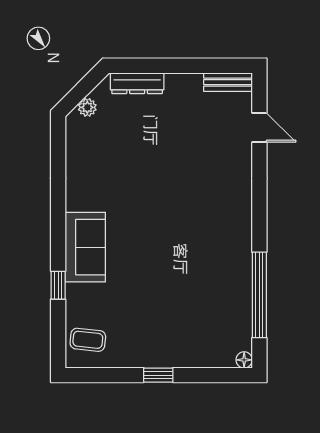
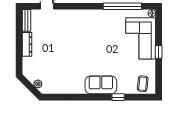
dresser: (137, 83) -> (27, 44), moved
corner sofa: (188, 335) -> (141, 38), added

